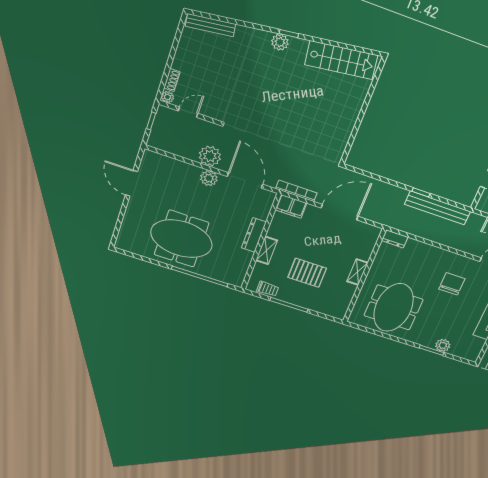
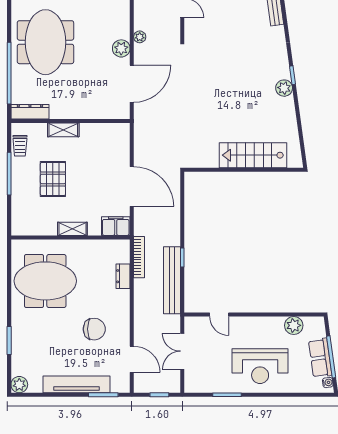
plant: (280, 42) -> (284, 88), moved
stairs: (341, 60) -> (253, 155), moved, turned 98
plant: (210, 156) -> (140, 37), width x0.53, depth x0.53
bookcase: (296, 191) -> (139, 257), moved
filing cabinet: (291, 206) -> (116, 226), moved, turned 90
dresser: (254, 235) -> (30, 112), moved
dresser: (395, 239) -> (123, 276), moved
plant: (443, 345) -> (19, 385), moved

